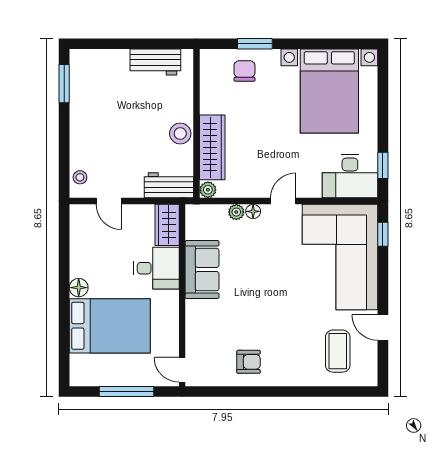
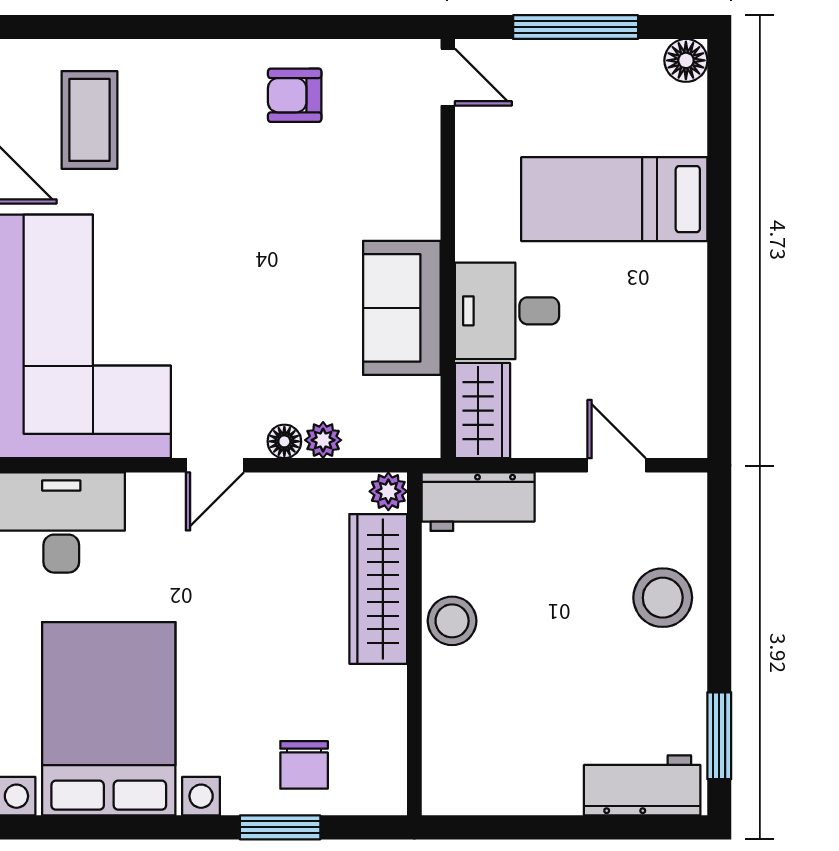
workbench: (155, 62) -> (642, 785), moved
stool: (80, 177) -> (663, 598), moved, width x1.89, depth x1.89
floor lamp: (79, 288) -> (686, 60), moved
bed: (110, 326) -> (614, 199), width x0.67

